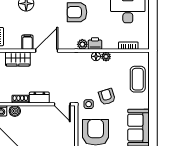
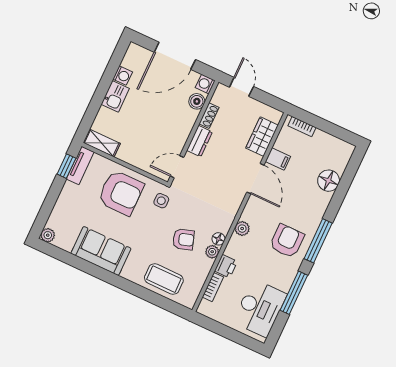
printer: (95, 44) -> (226, 266), moved
armchair: (107, 97) -> (183, 239), moved

